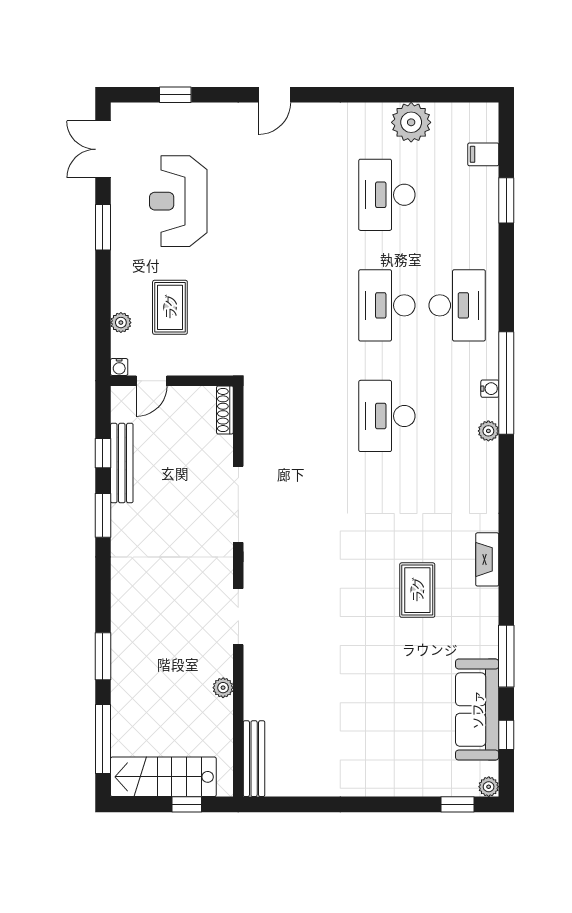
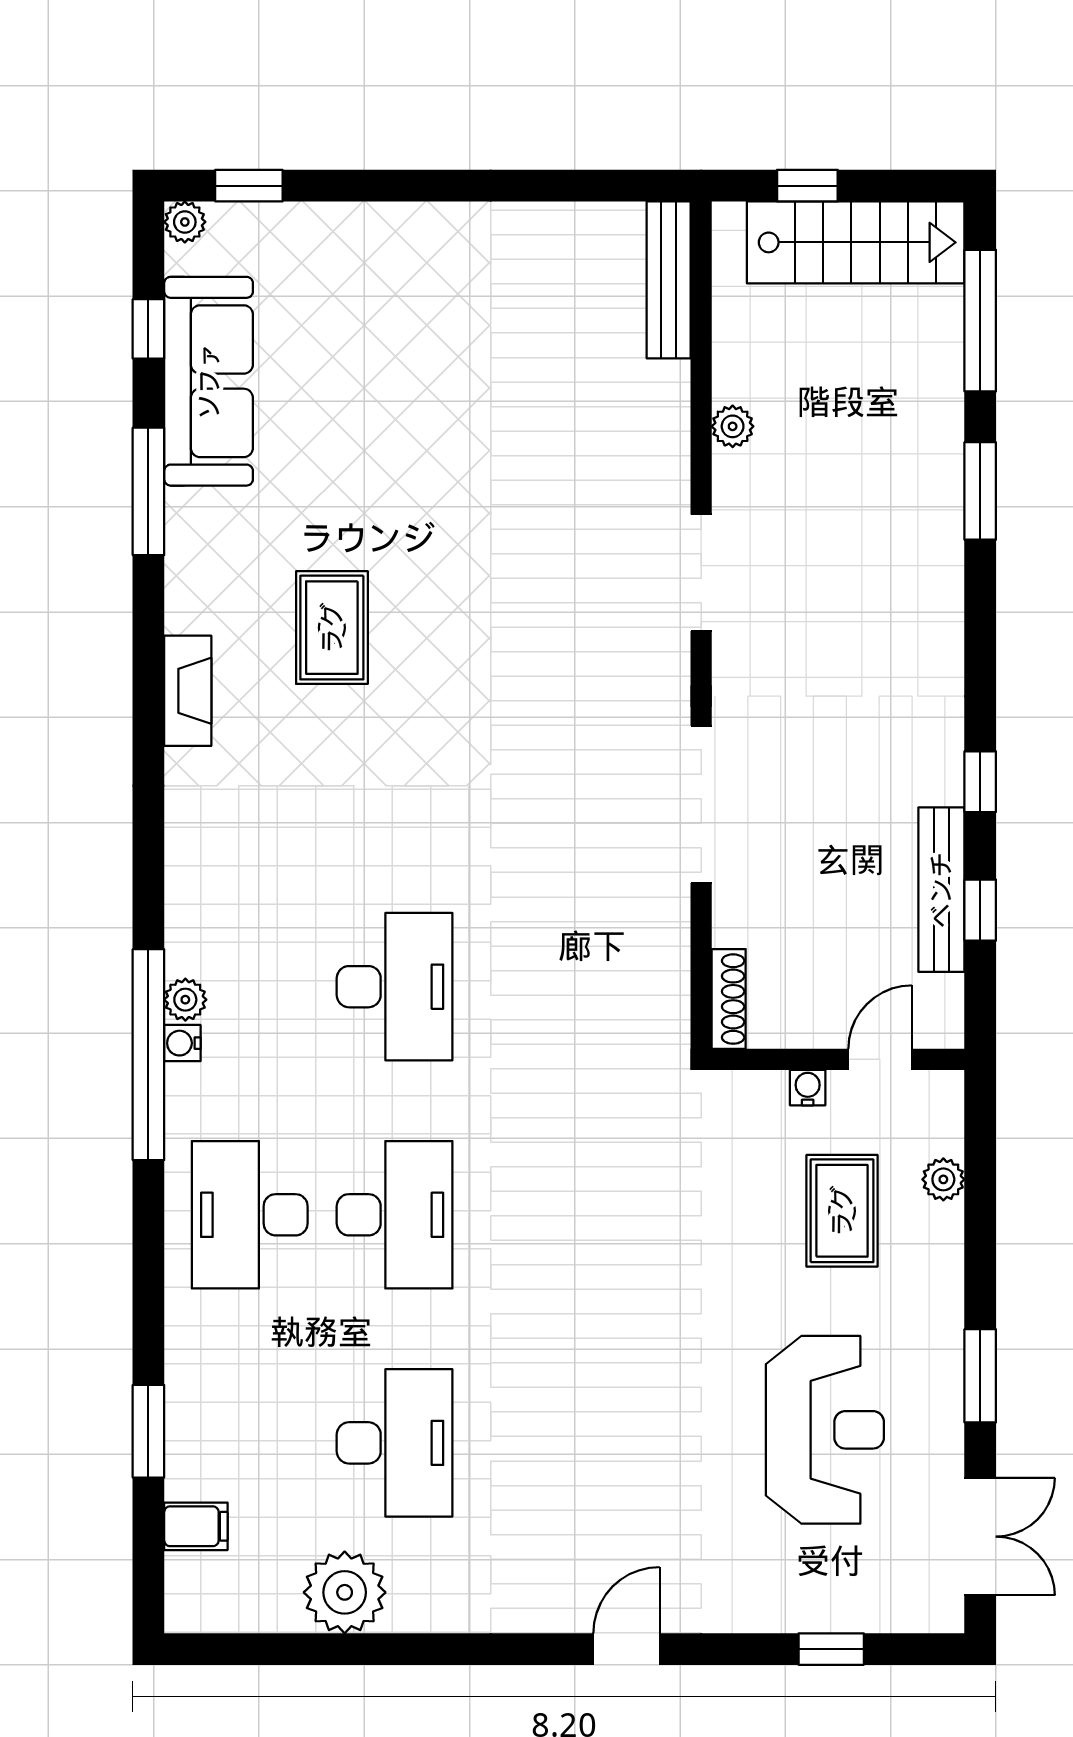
water cooler: (119, 367) -> (808, 1088), moved
plant: (488, 431) -> (185, 1000), moved
window: (103, 515) -> (980, 782), width x0.67

